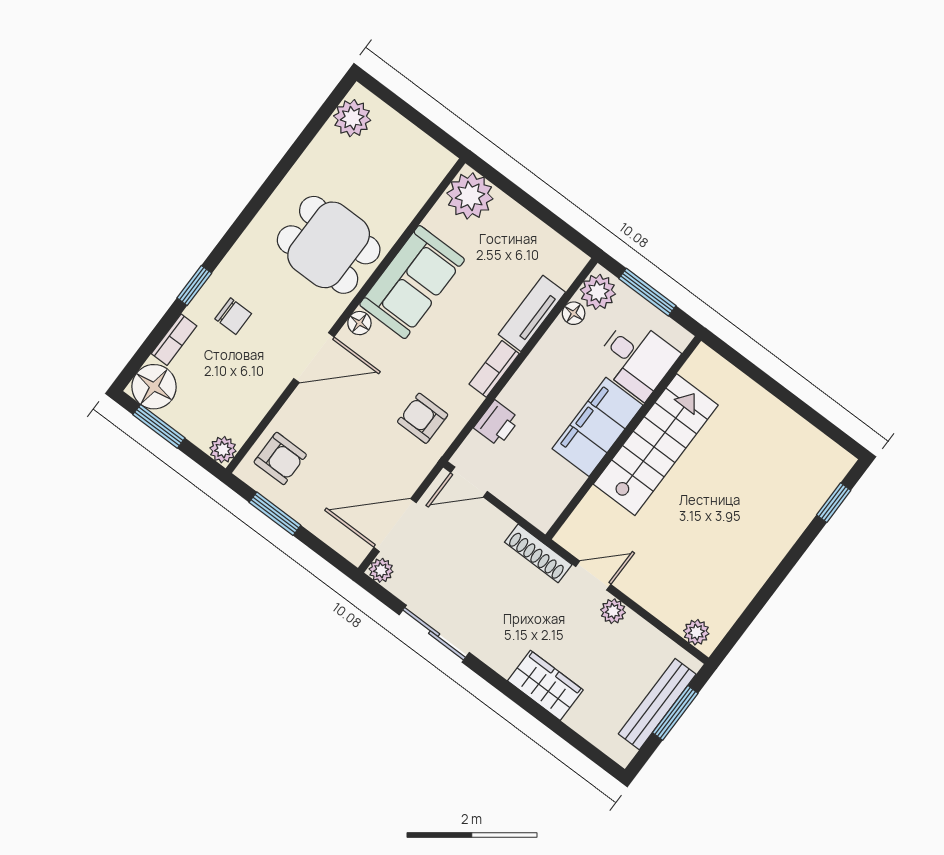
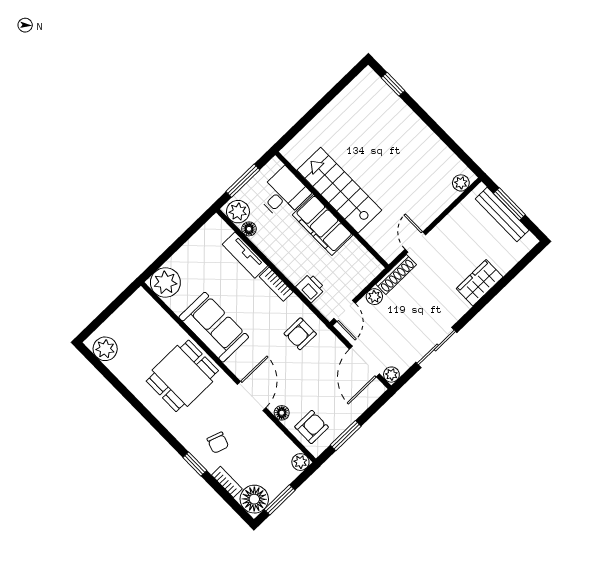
chair: (233, 316) -> (218, 443), turned 109
floor lamp: (359, 323) -> (282, 413), moved
plant: (613, 611) -> (374, 297), moved

